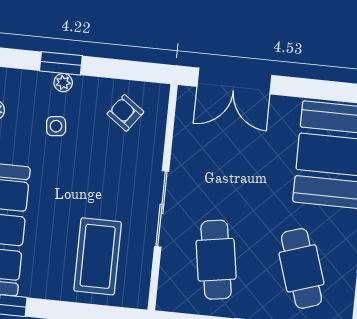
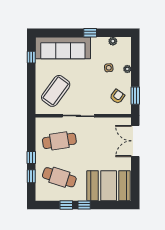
window: (61, 63) -> (135, 96), moved
coffee table: (98, 256) -> (56, 91), turned -54
cafe table: (301, 268) -> (59, 177), turned 36

